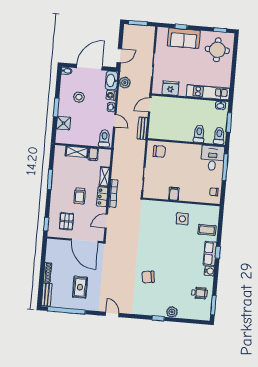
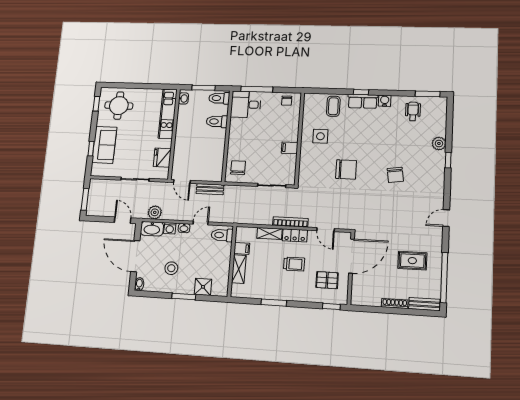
chair: (154, 239) -> (346, 169), added

